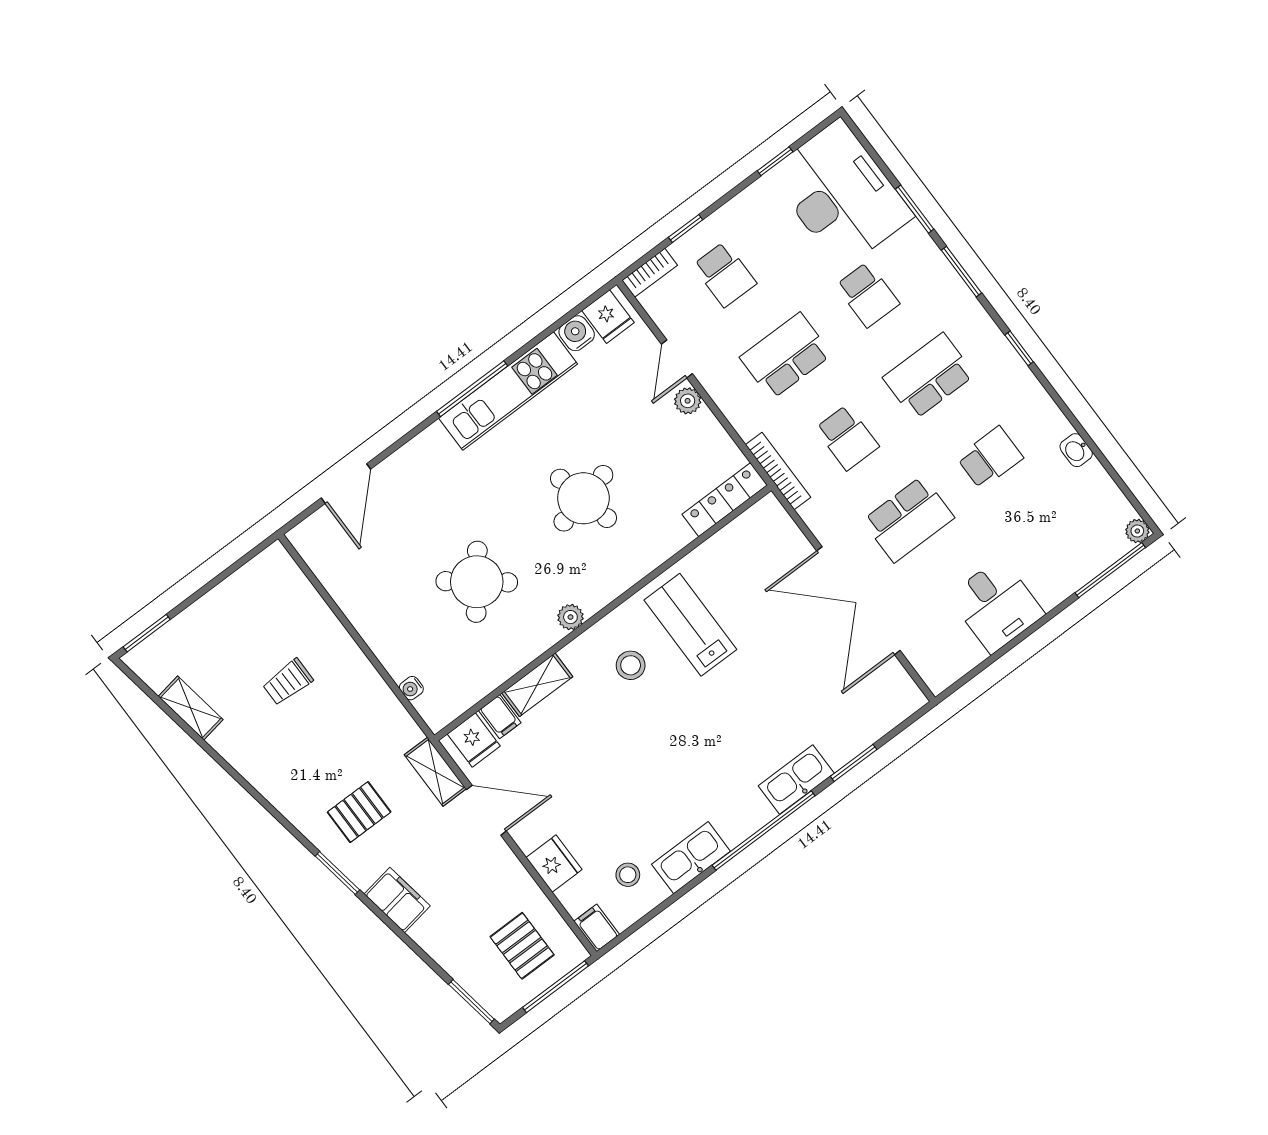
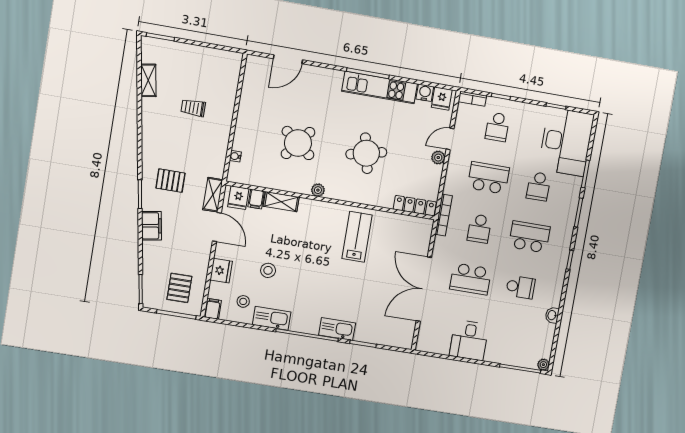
stool: (631, 665) -> (268, 270), moved

